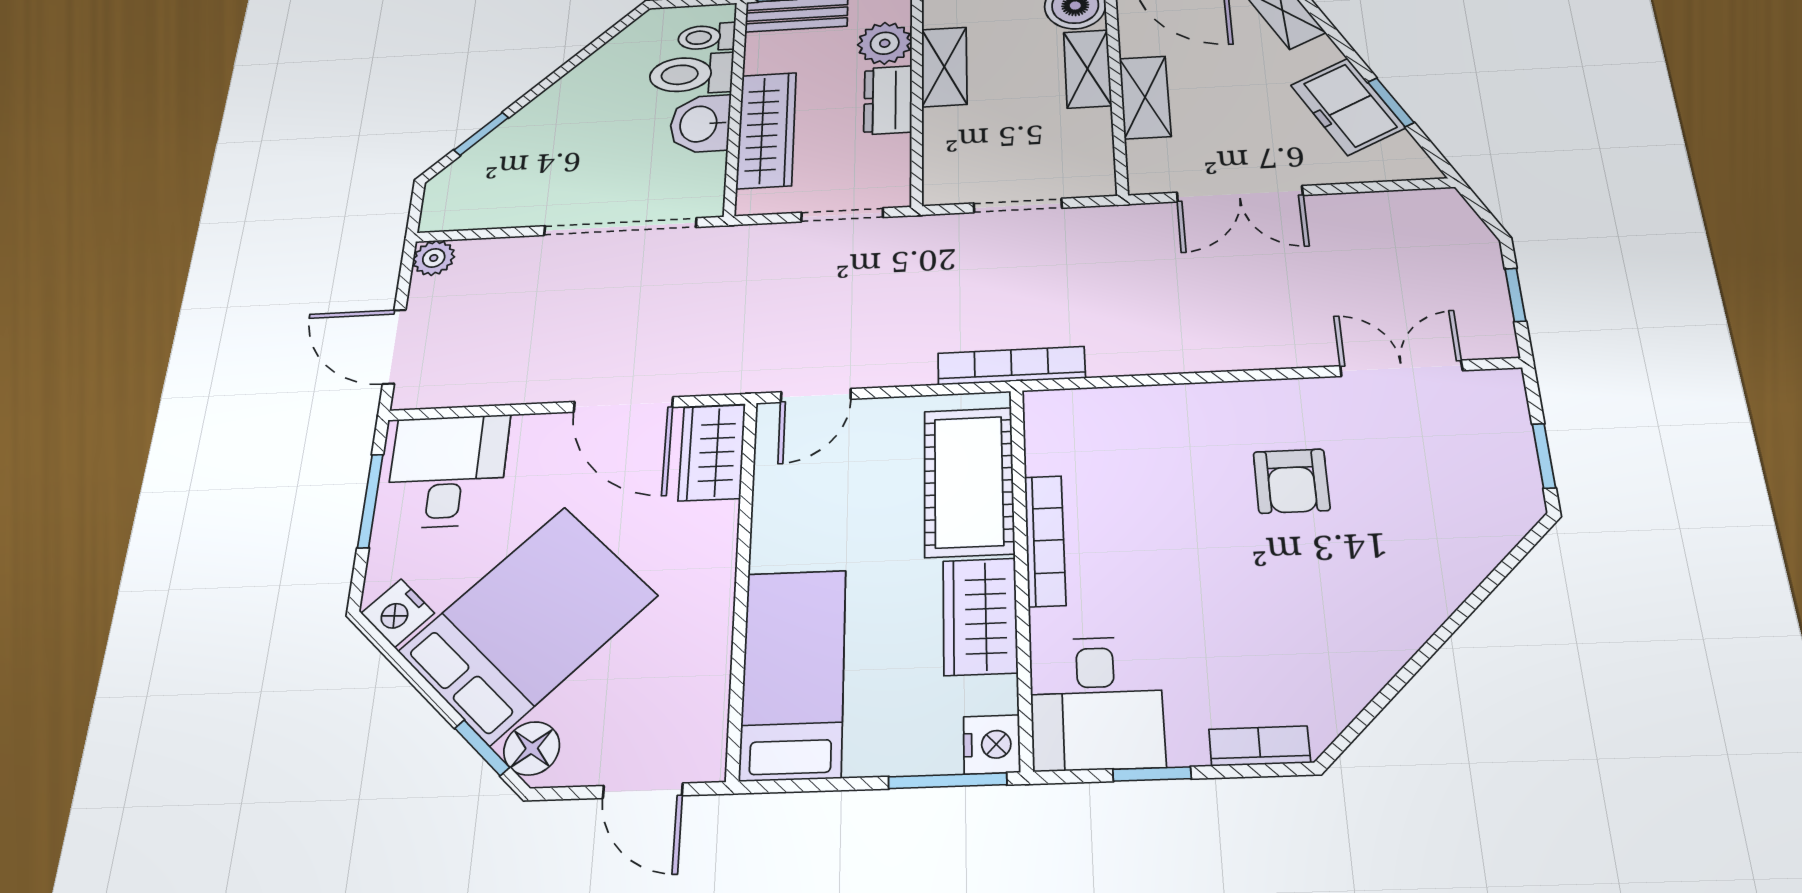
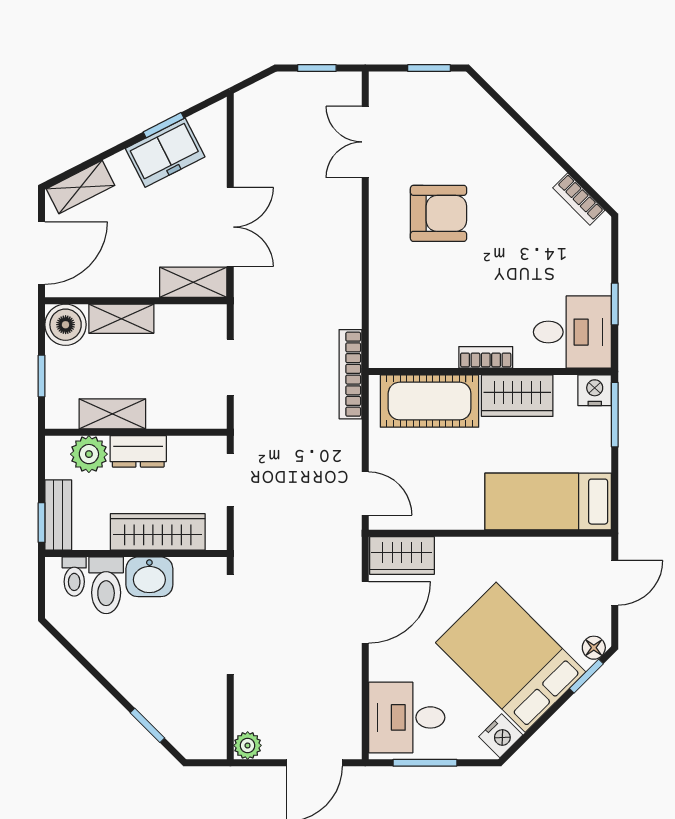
shelving: (1145, 97) -> (193, 282), moved
armchair: (1292, 481) -> (439, 213), width x1.38, depth x1.38
bookcase: (1045, 540) -> (486, 357), width x0.64
bookcase: (1260, 746) -> (579, 199), moved, turned -45
floor lamp: (532, 748) -> (594, 648), width x0.73, depth x0.73

